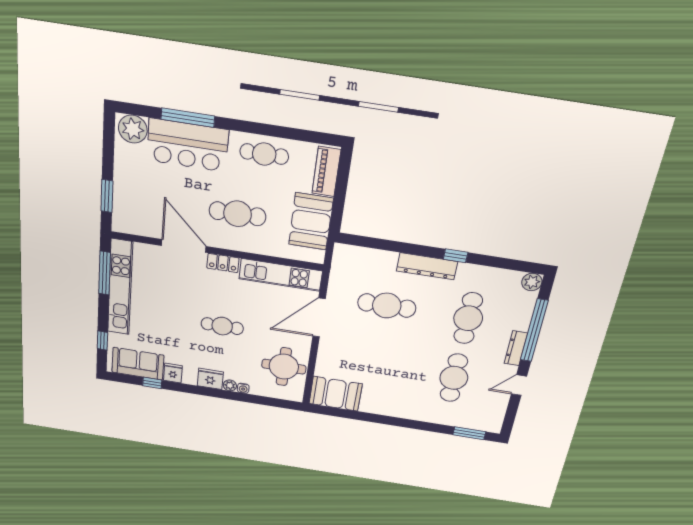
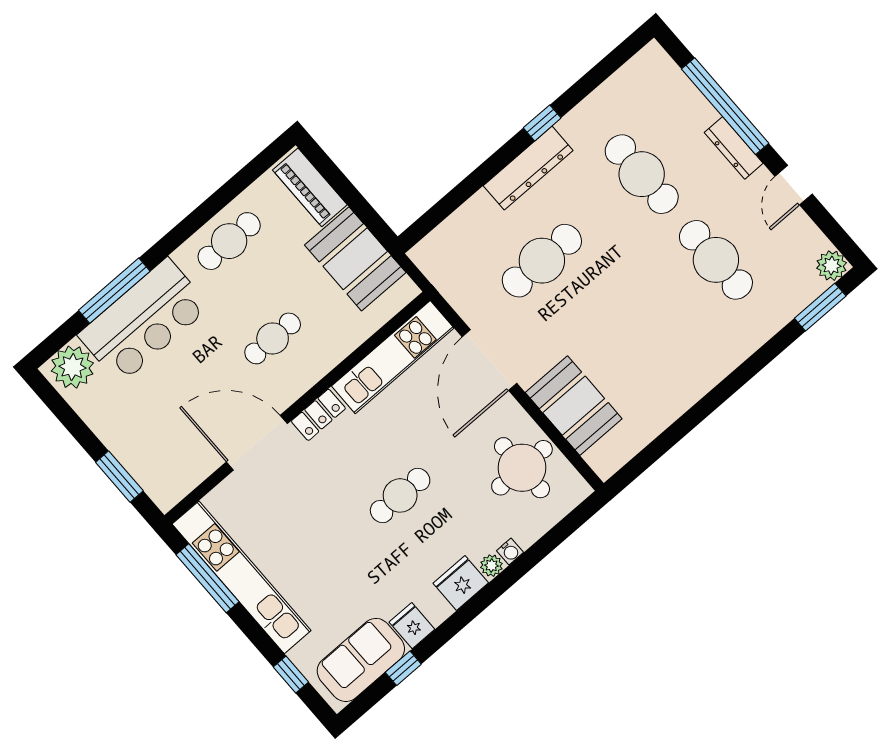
cafe table: (238, 214) -> (273, 338), width x0.73, depth x0.74
plant: (532, 282) -> (832, 266), moved
booth: (336, 394) -> (574, 406), moved, turned 90

